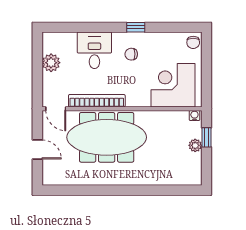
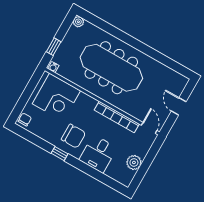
chair: (131, 54) -> (74, 136), width x1.87, depth x1.87
meeting table: (107, 137) -> (111, 68), moved
plant: (195, 145) -> (78, 22), moved

